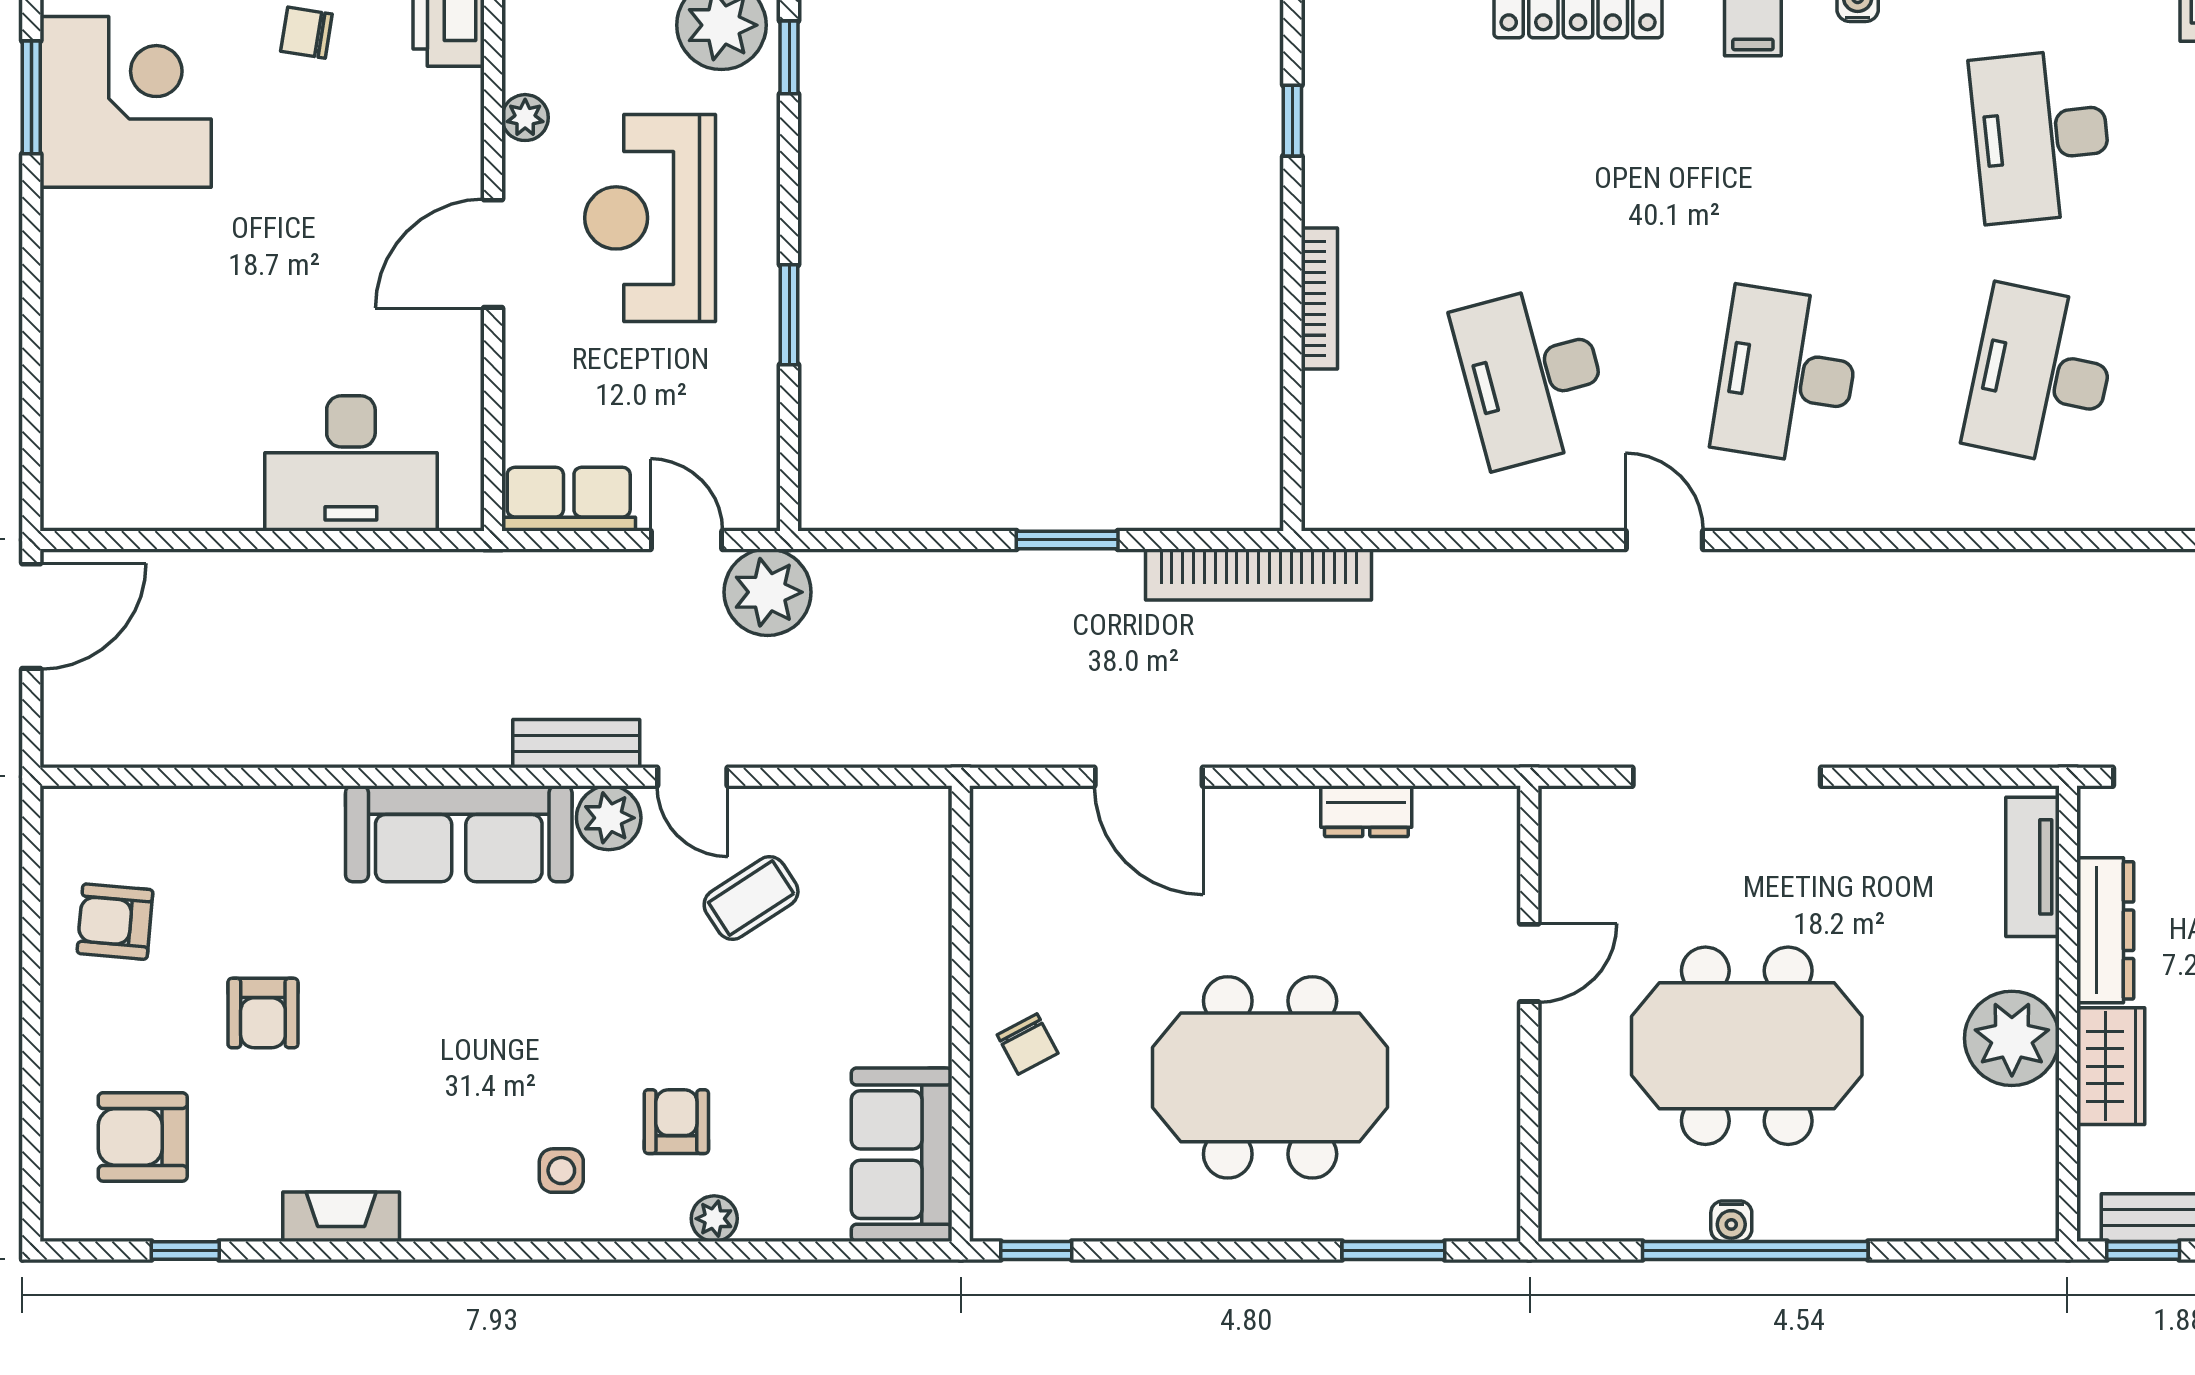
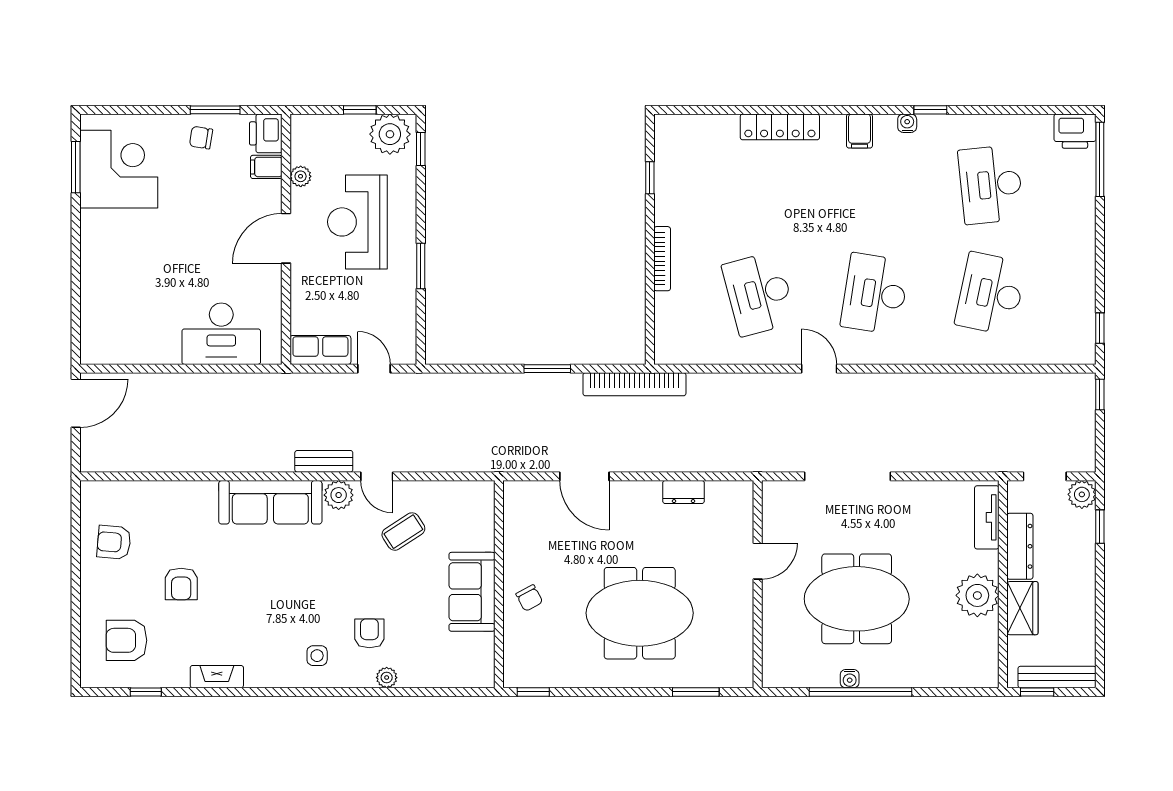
filing cabinet: (450, 97) -> (266, 167), added
plant: (768, 592) -> (411, 392), removed
sofa: (902, 1155) -> (472, 592), moved

